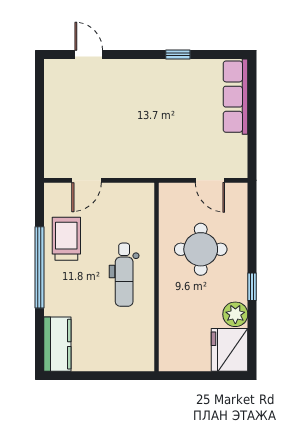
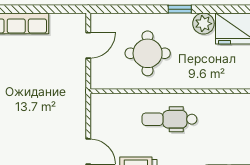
dental chair: (124, 275) -> (169, 119), turned 180

